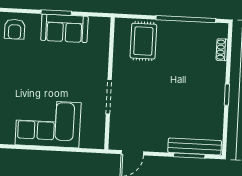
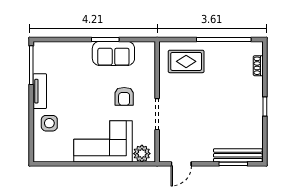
armchair: (15, 29) -> (124, 96), moved
rug: (143, 41) -> (186, 61), turned 90
plant: (90, 139) -> (142, 154), added

